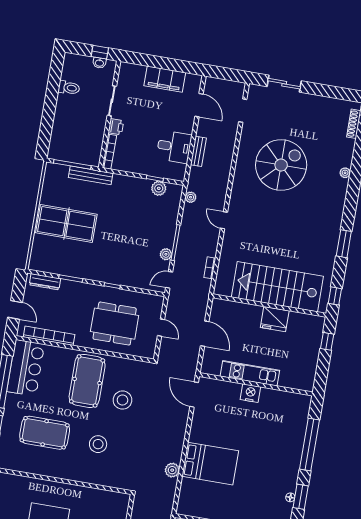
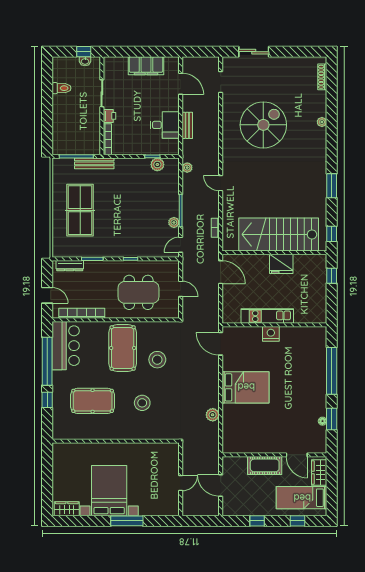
table tennis table: (66, 223) -> (80, 210), turned 90
door: (205, 334) -> (221, 272), moved
bed: (210, 464) -> (246, 387), moved

